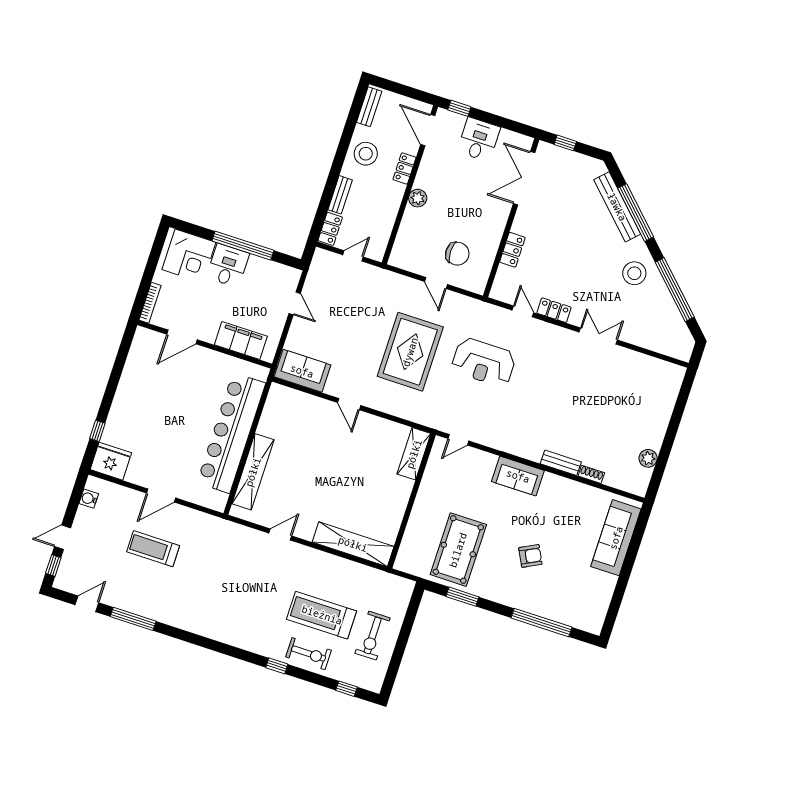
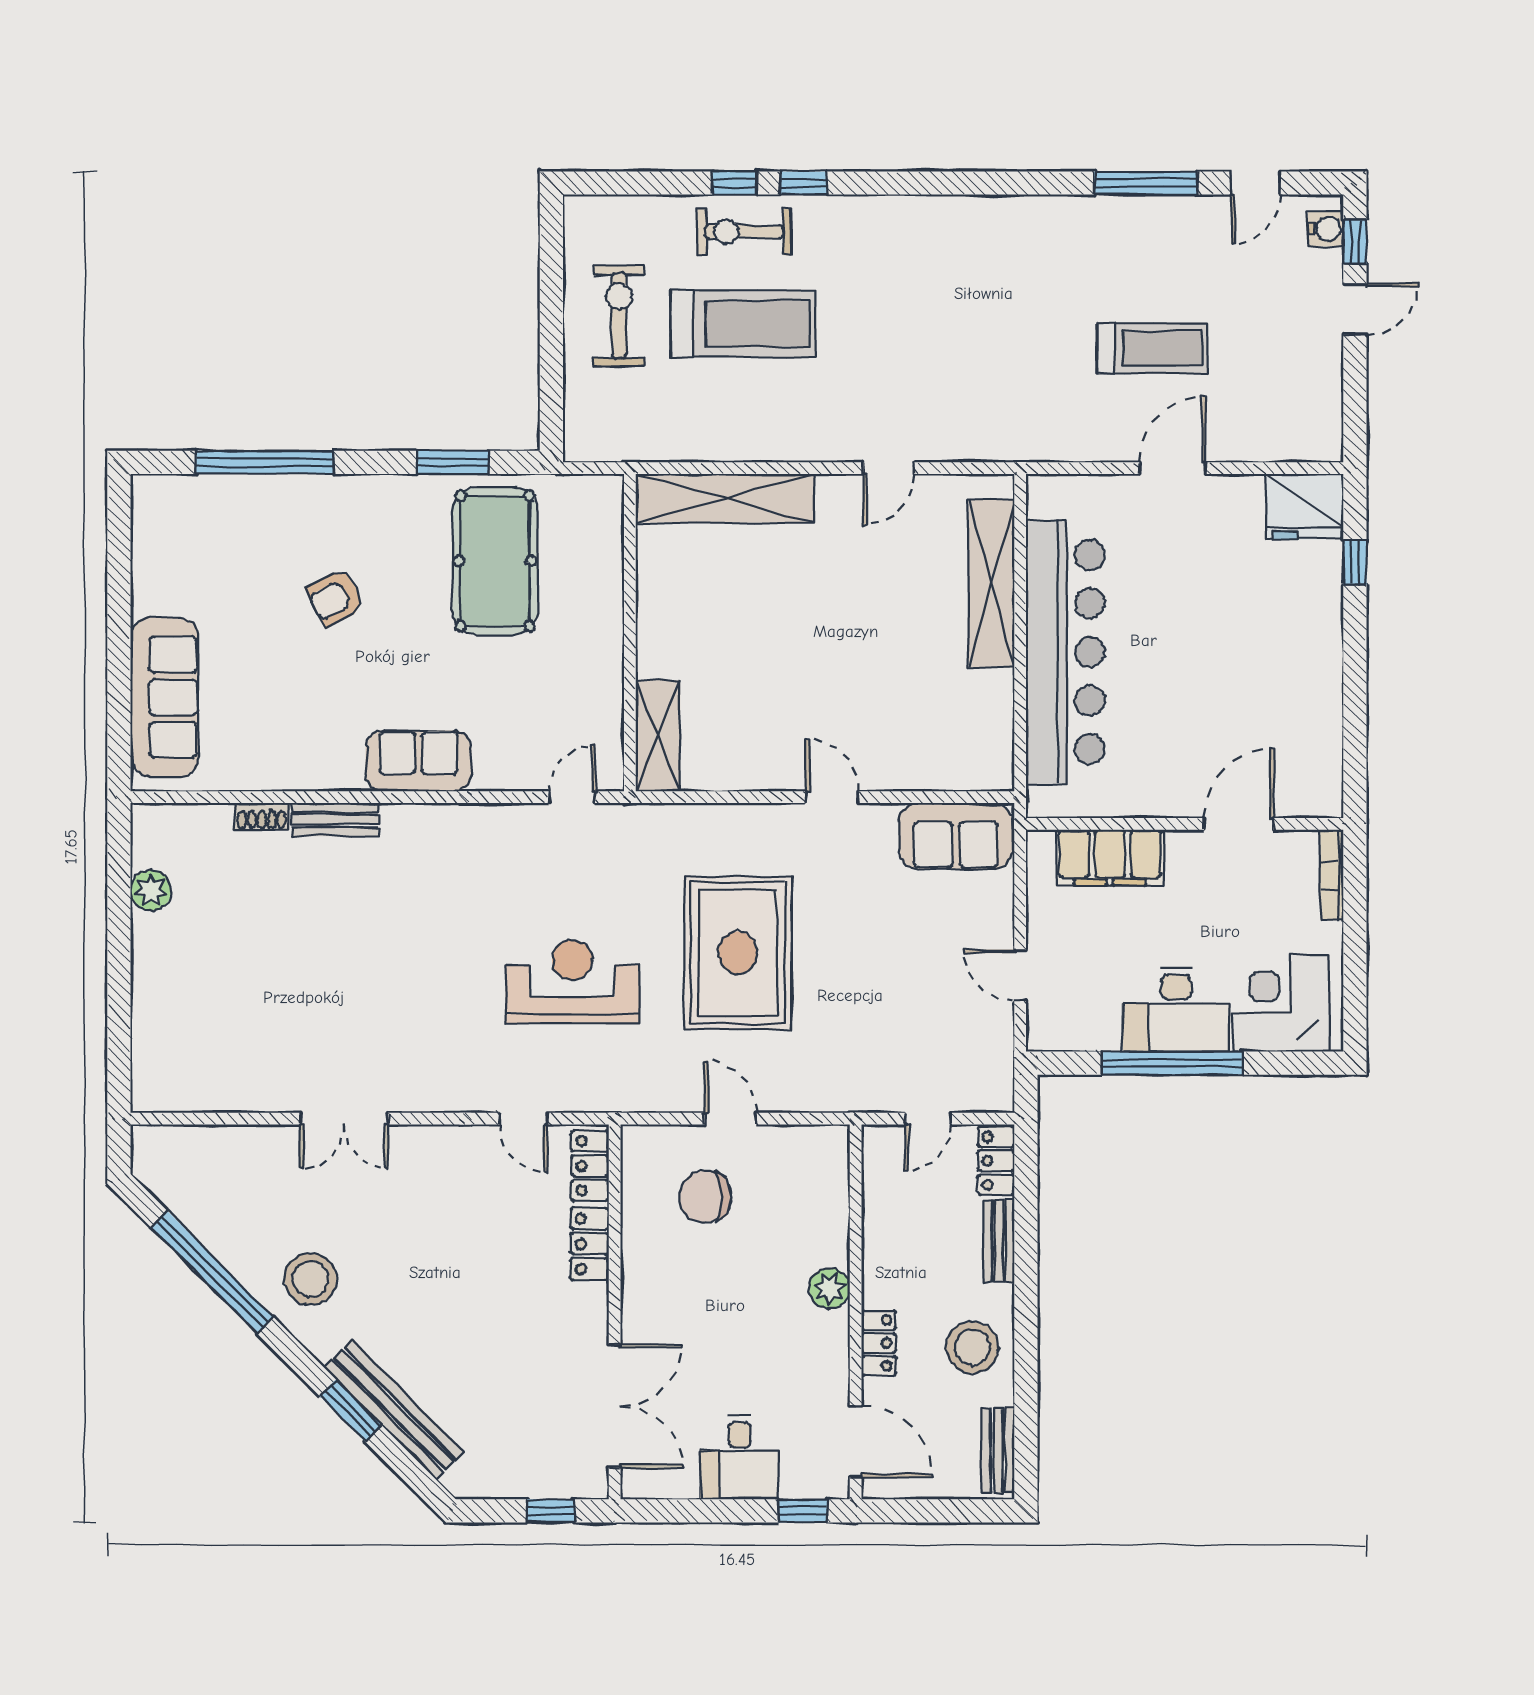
window: (636, 213) -> (350, 1410), width x0.47
desk: (228, 265) -> (1176, 1010), width x1.37
locker: (554, 310) -> (590, 1166), moved, turned 90
water cooler: (89, 499) -> (1326, 229), moved
window: (347, 689) -> (735, 183), moved

